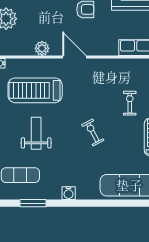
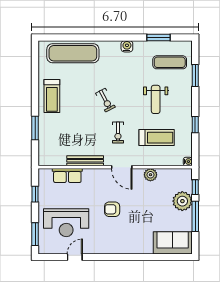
bench: (116, 64) -> (85, 161), added
treadmill: (35, 90) -> (157, 138), width x0.73, depth x0.73
exercise bike: (130, 103) -> (118, 132), moved

